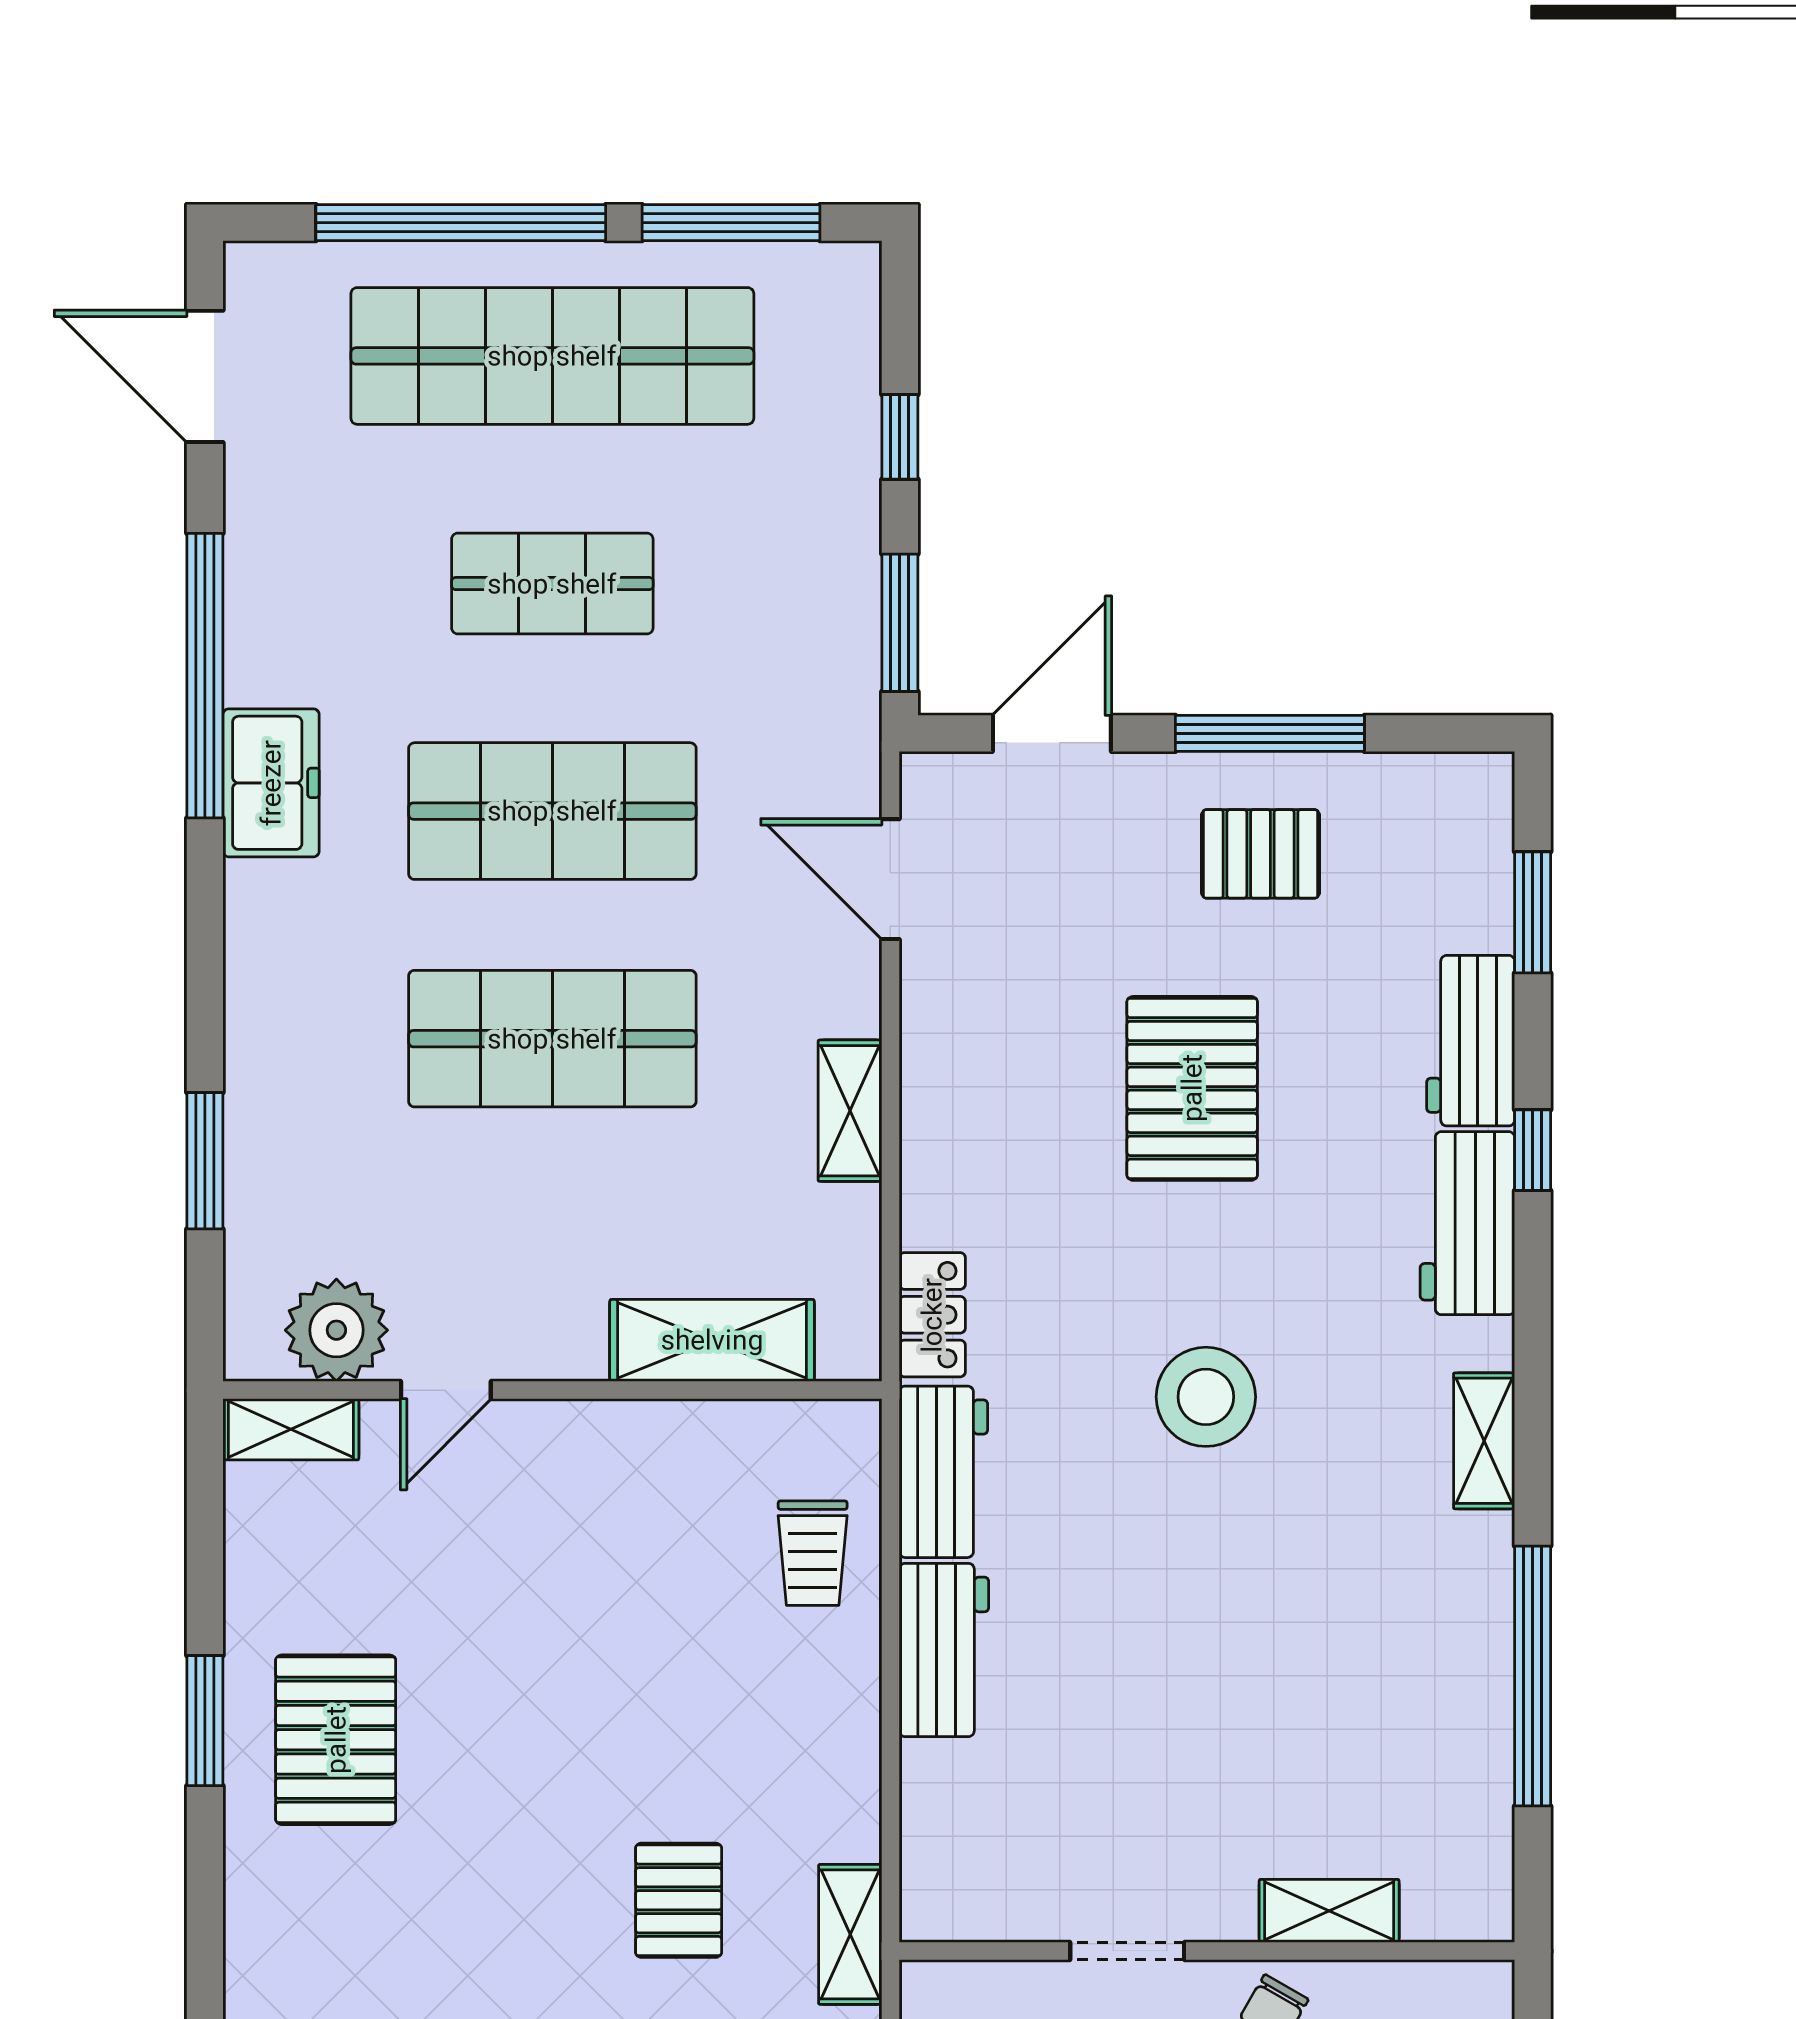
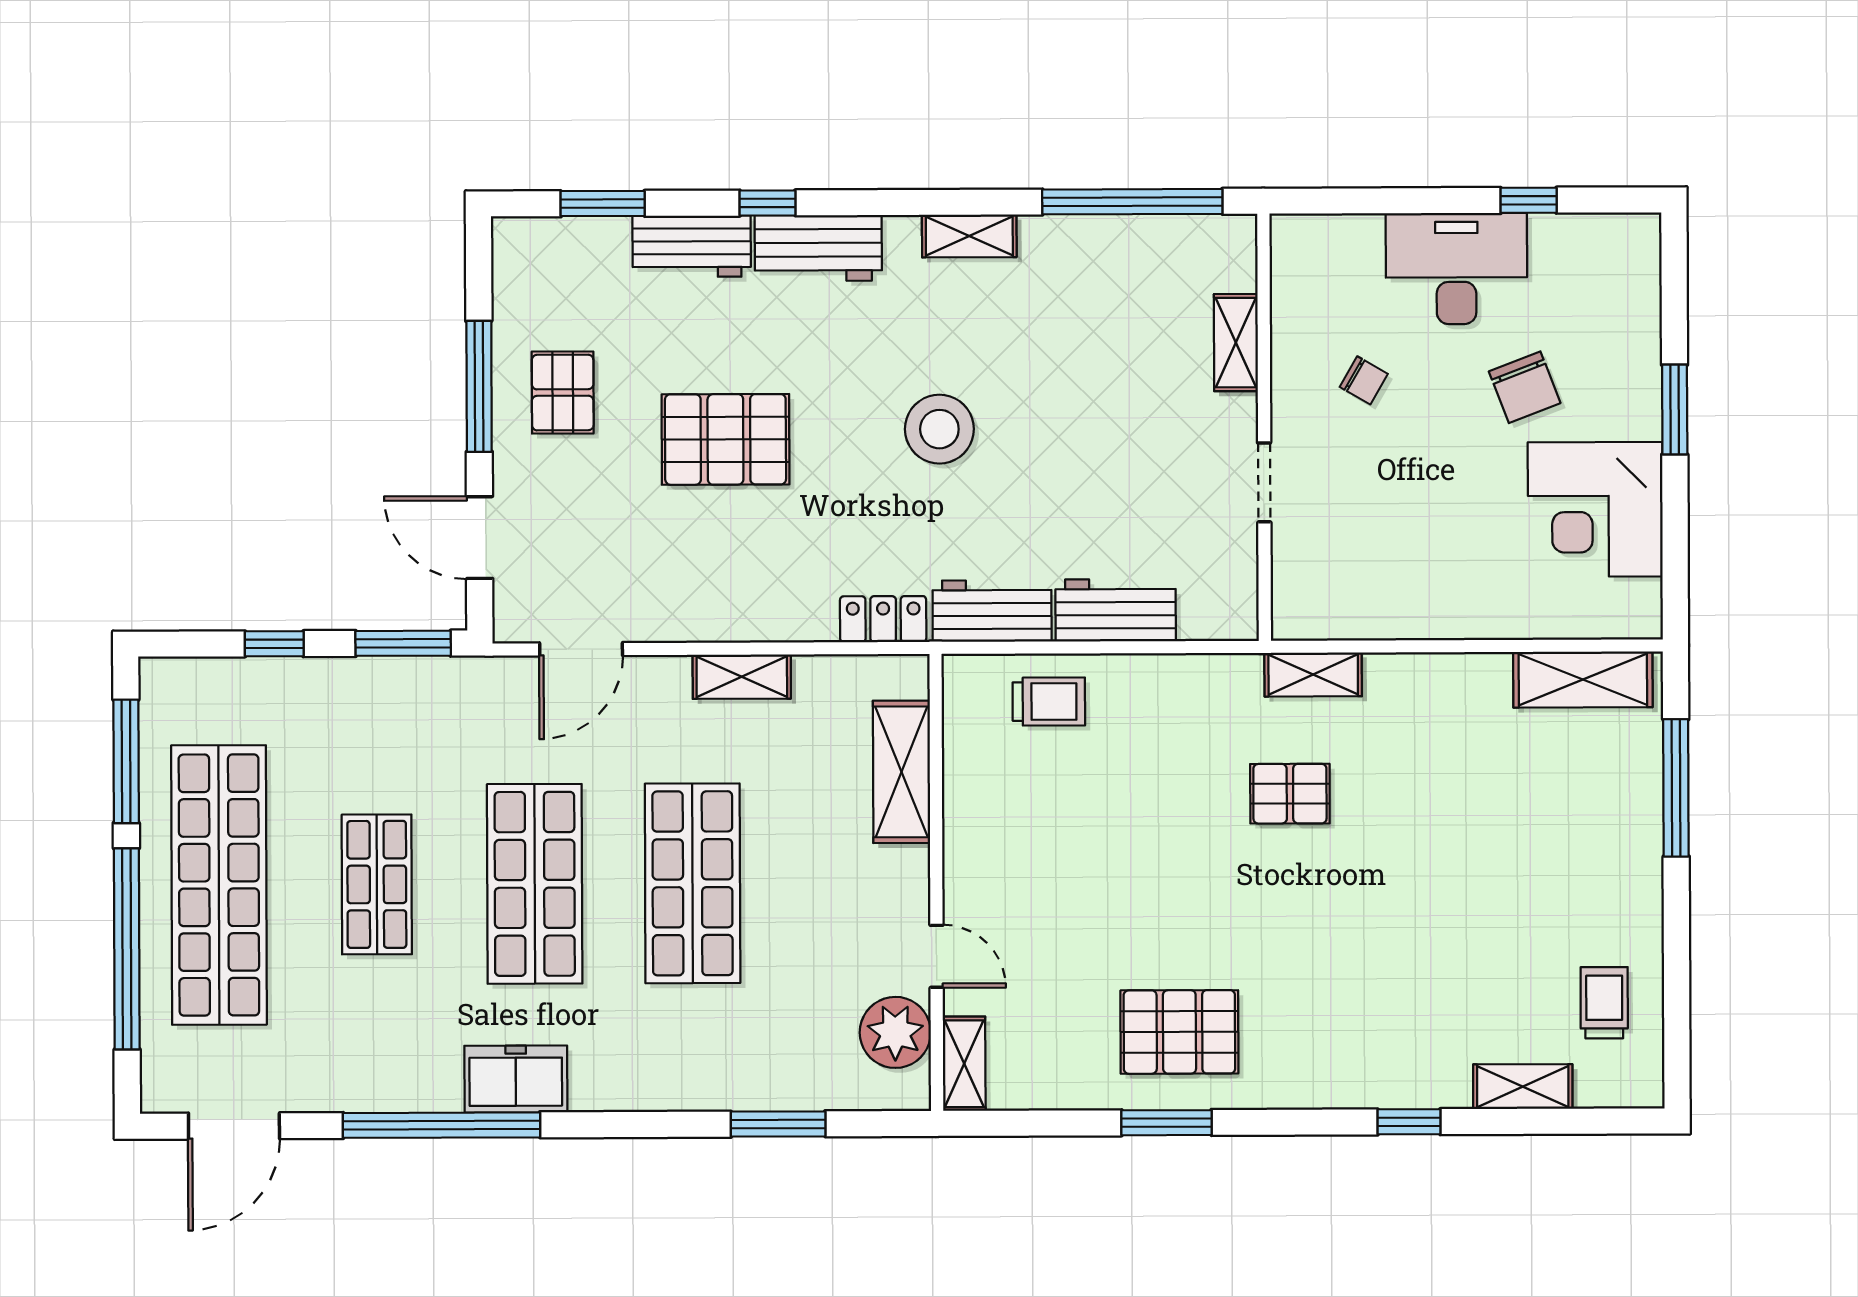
shelving: (1329, 1911) -> (1236, 343), moved
doorway: (1127, 1951) -> (1264, 482), moved
wall: (1207, 1951) -> (1264, 427), moved

